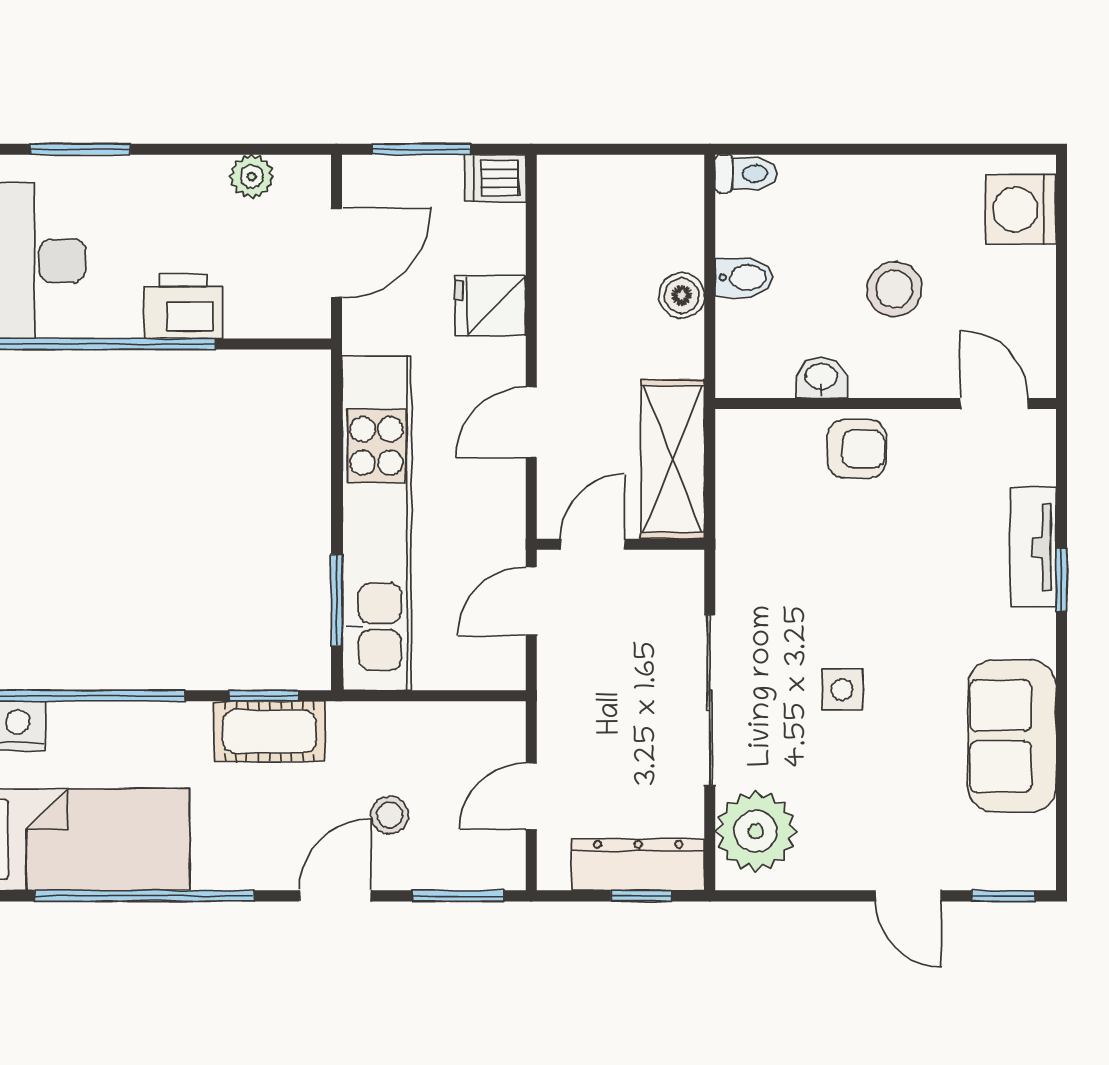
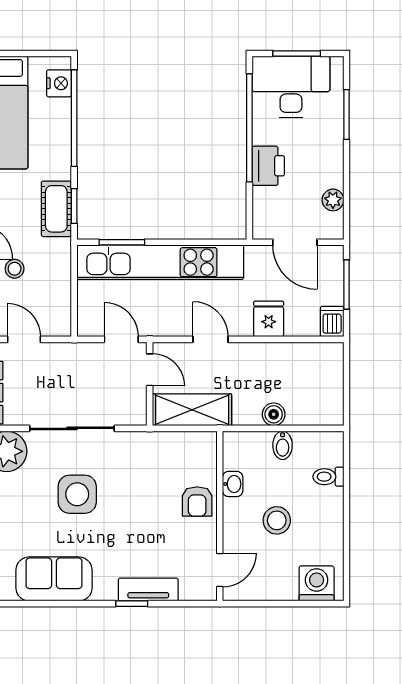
toilet: (746, 174) -> (328, 477), moved, turned 90
side table: (842, 690) -> (77, 494), width x1.87, depth x1.87

